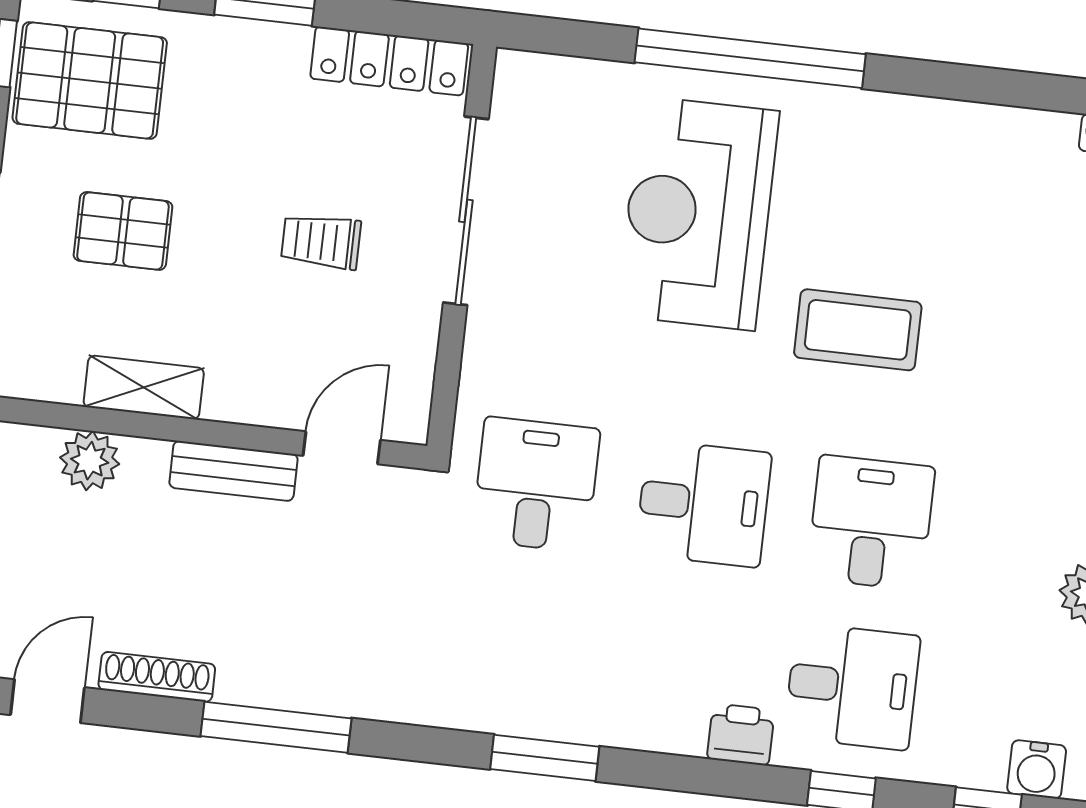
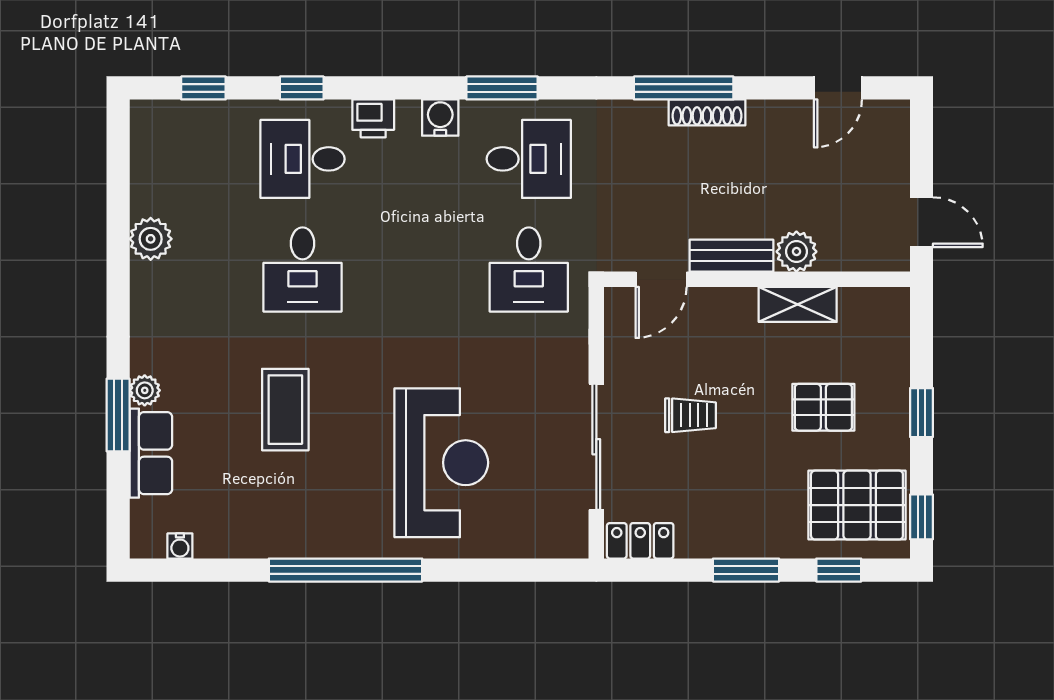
window: (750, 58) -> (345, 570), moved
locker: (389, 61) -> (640, 541), width x0.66
coffee table: (858, 330) -> (285, 410), moved, turned 90
plant: (90, 461) -> (796, 252), moved
desk: (703, 504) -> (529, 159), moved, turned 180
shoe rack: (157, 677) -> (707, 112), moved
water cooler: (1037, 769) -> (440, 118), moved

